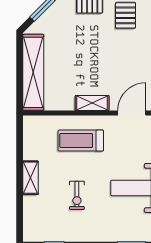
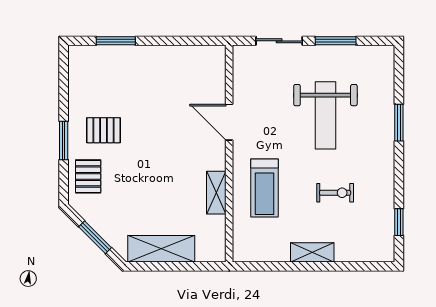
shelving: (33, 72) -> (161, 249), width x0.68
shelving: (92, 103) -> (216, 193), moved

